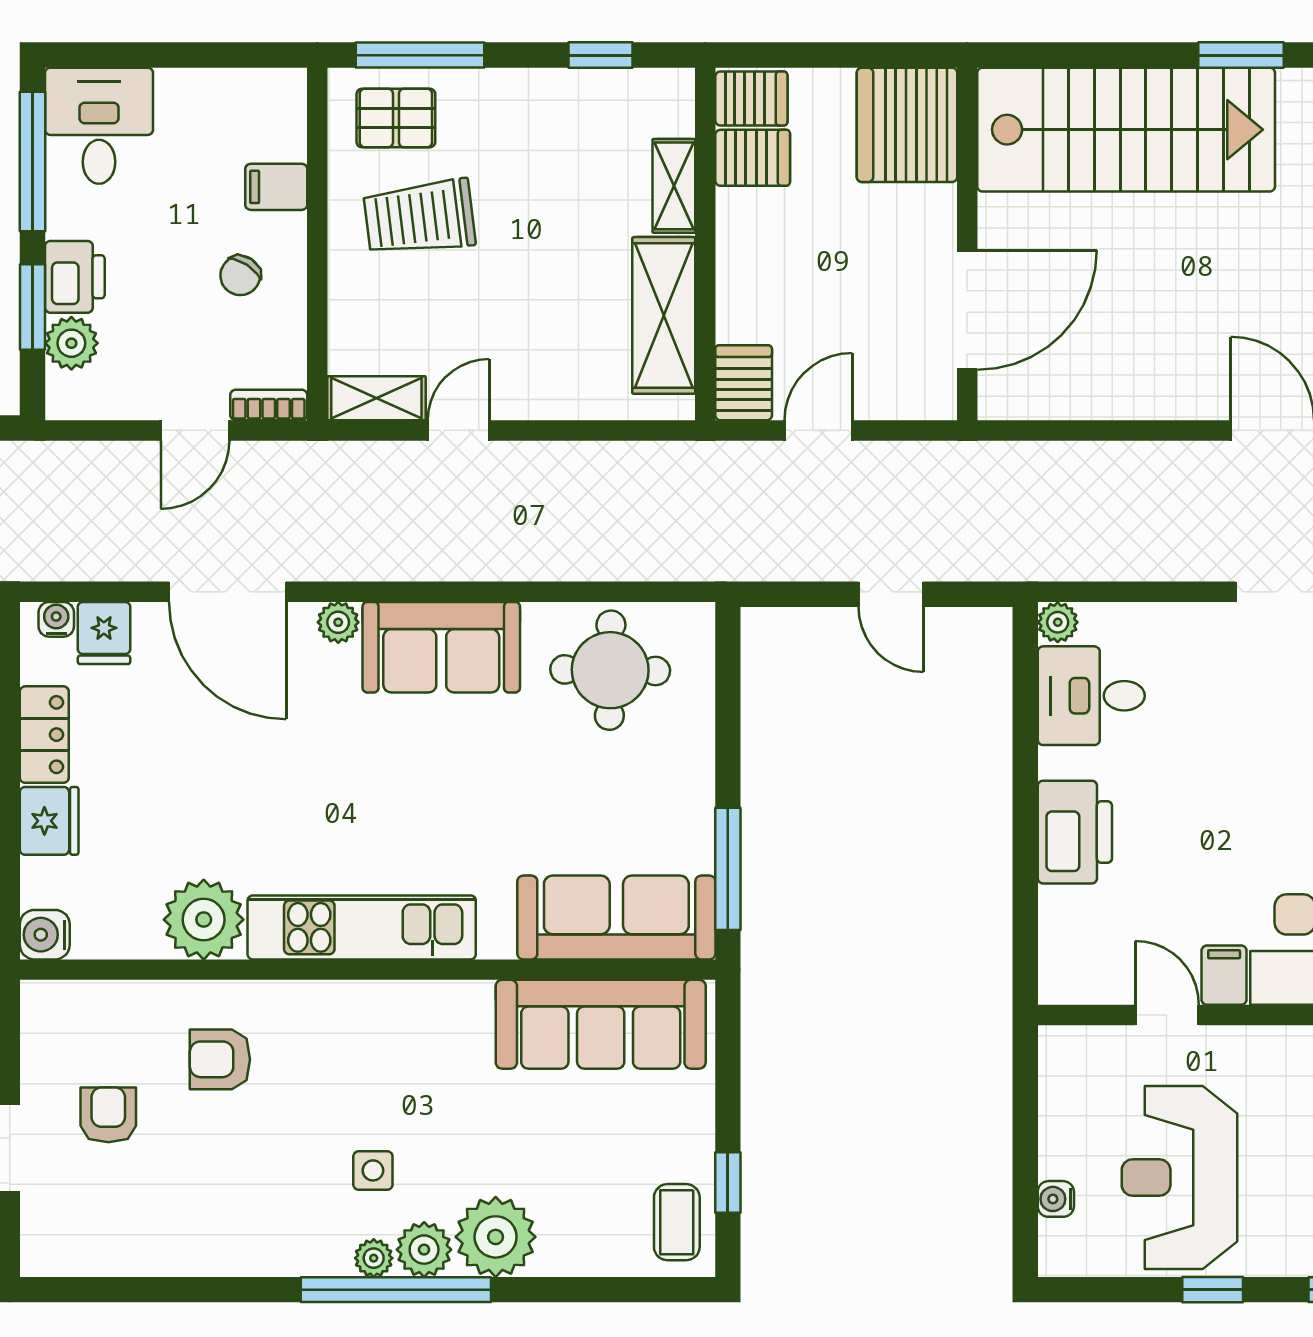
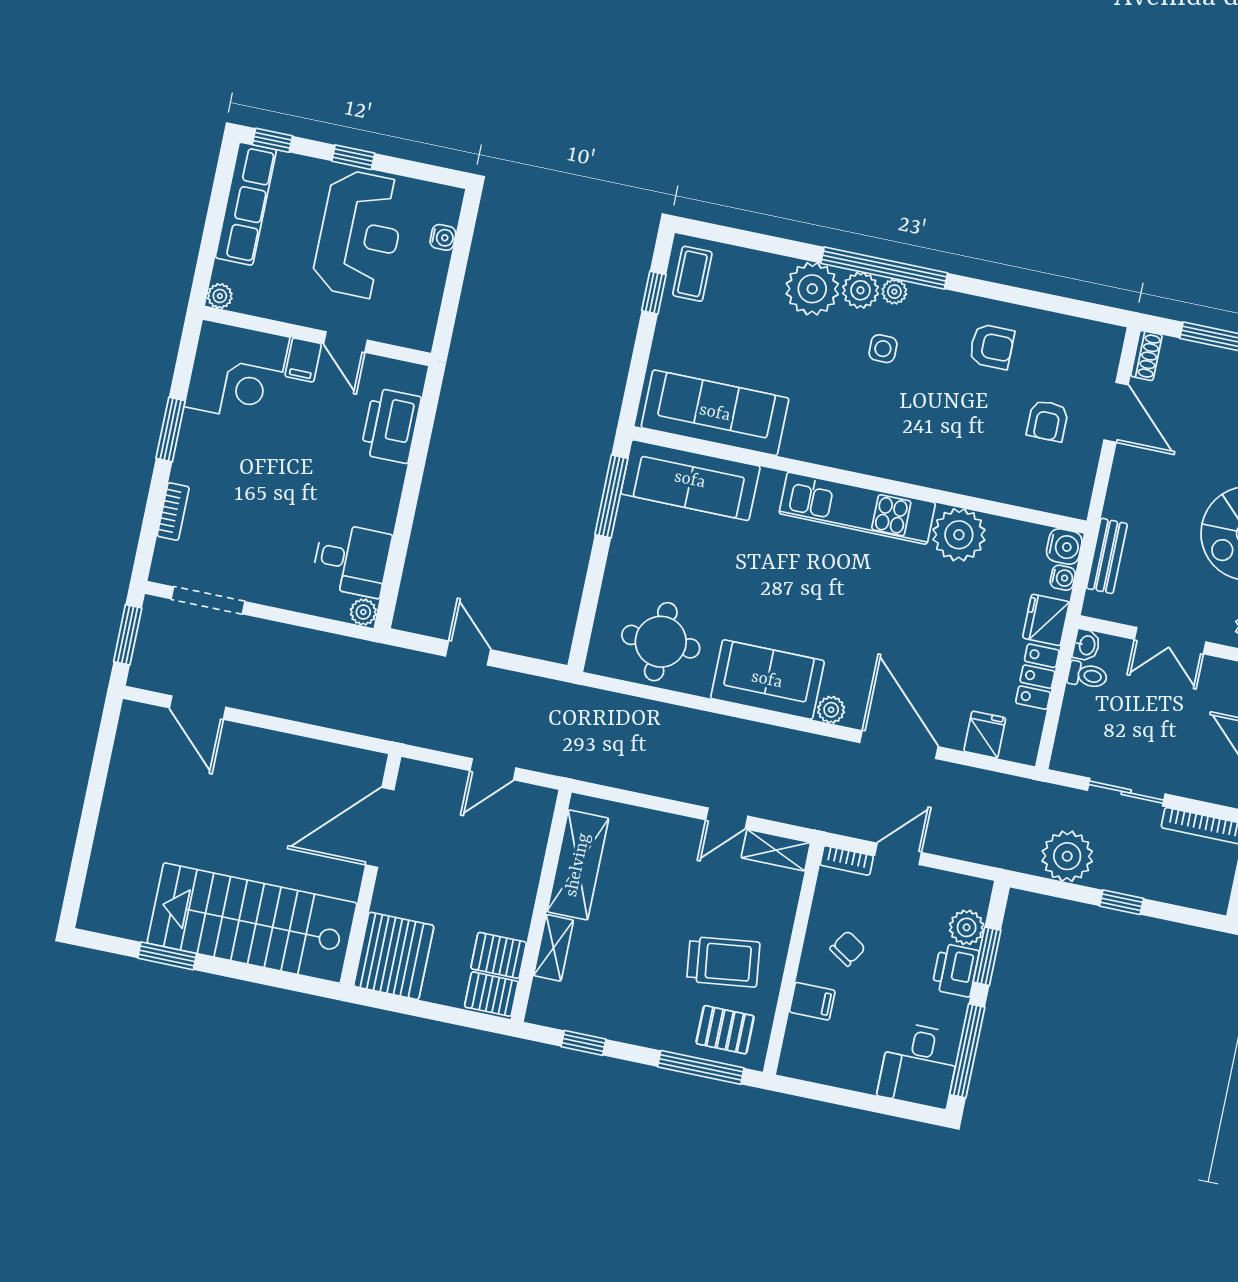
server rack: (744, 383) -> (535, 810), removed
water cooler: (56, 619) -> (1063, 578), moved, turned -90
printer: (1075, 832) -> (391, 425), moved
armchair: (220, 1059) -> (992, 346), moved

